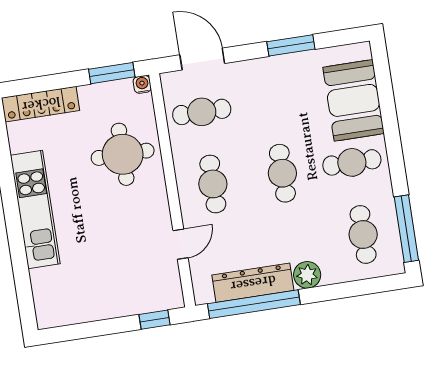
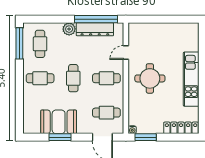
booth: (353, 100) -> (59, 122), moved, turned 90
round table: (123, 154) -> (150, 78), moved
cafe table: (213, 184) -> (106, 78), turned 90
window: (154, 320) -> (143, 19), removed

